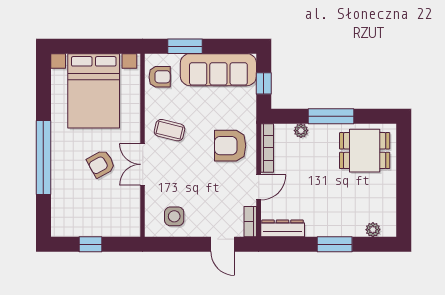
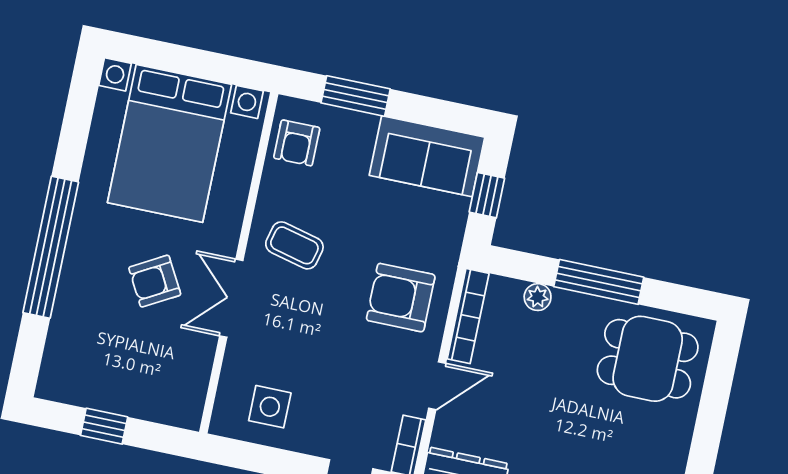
sofa: (218, 70) -> (427, 156), width x0.73
armchair: (160, 77) -> (297, 143), turned 90

